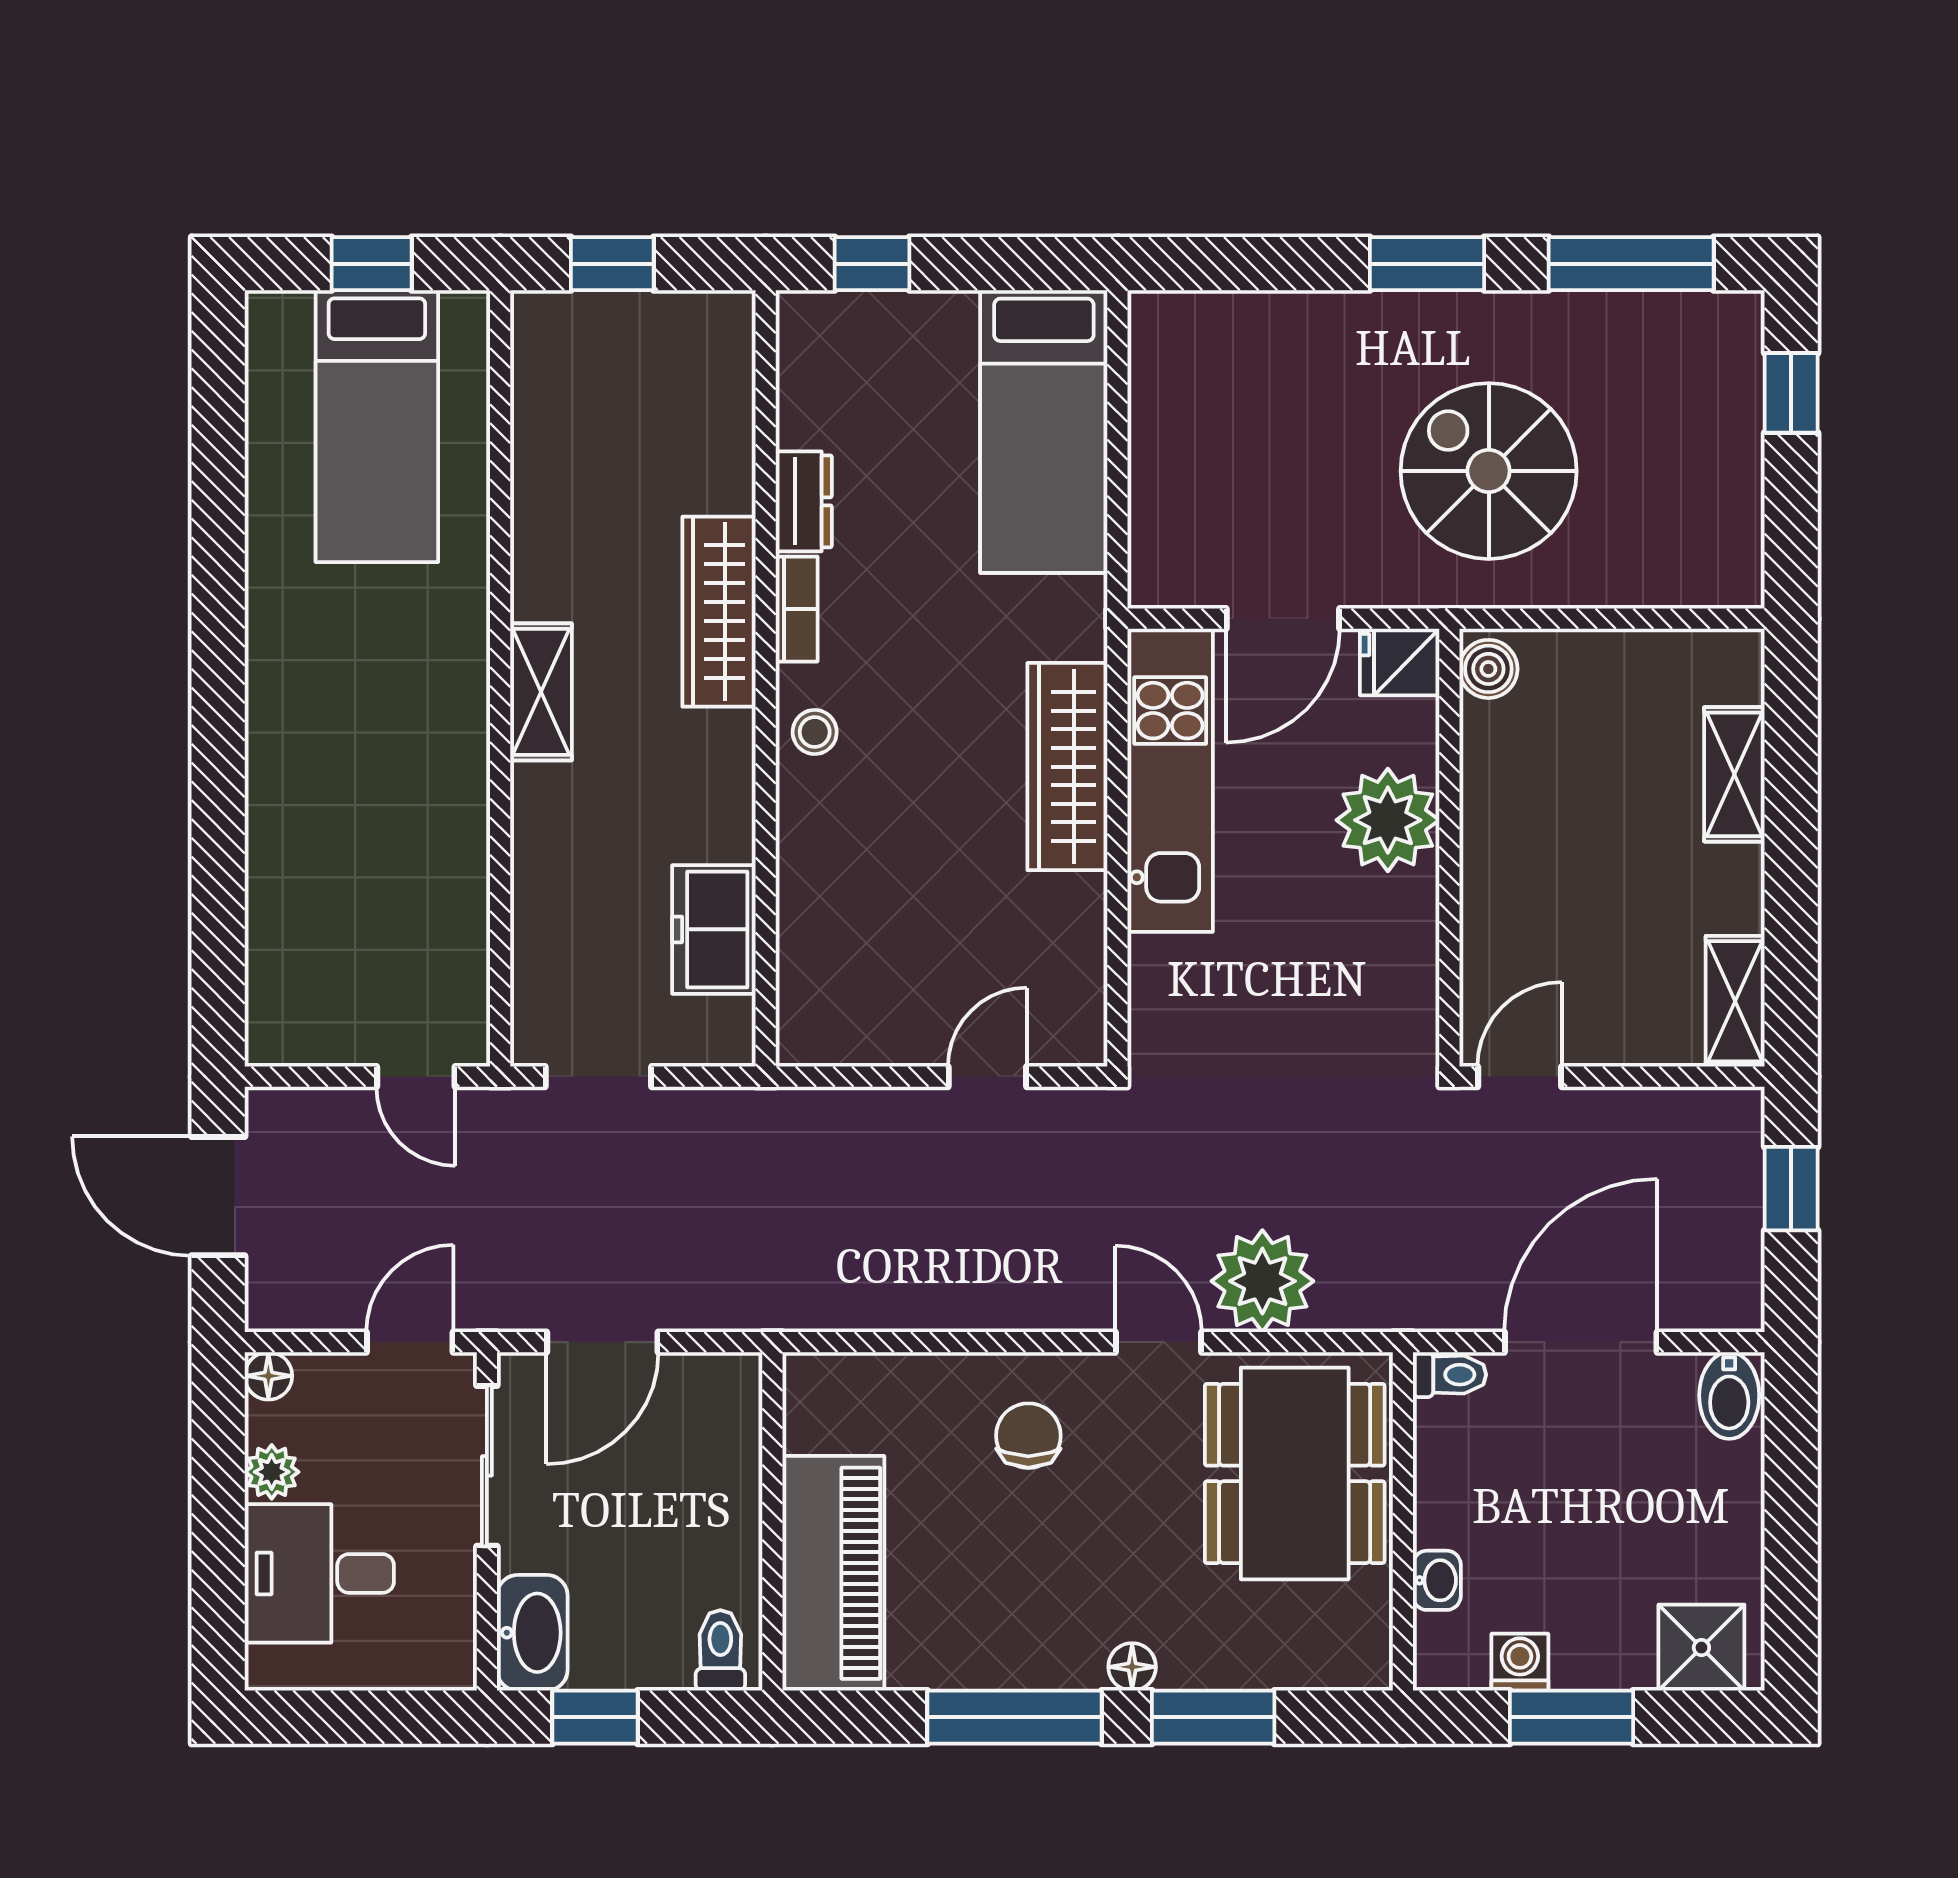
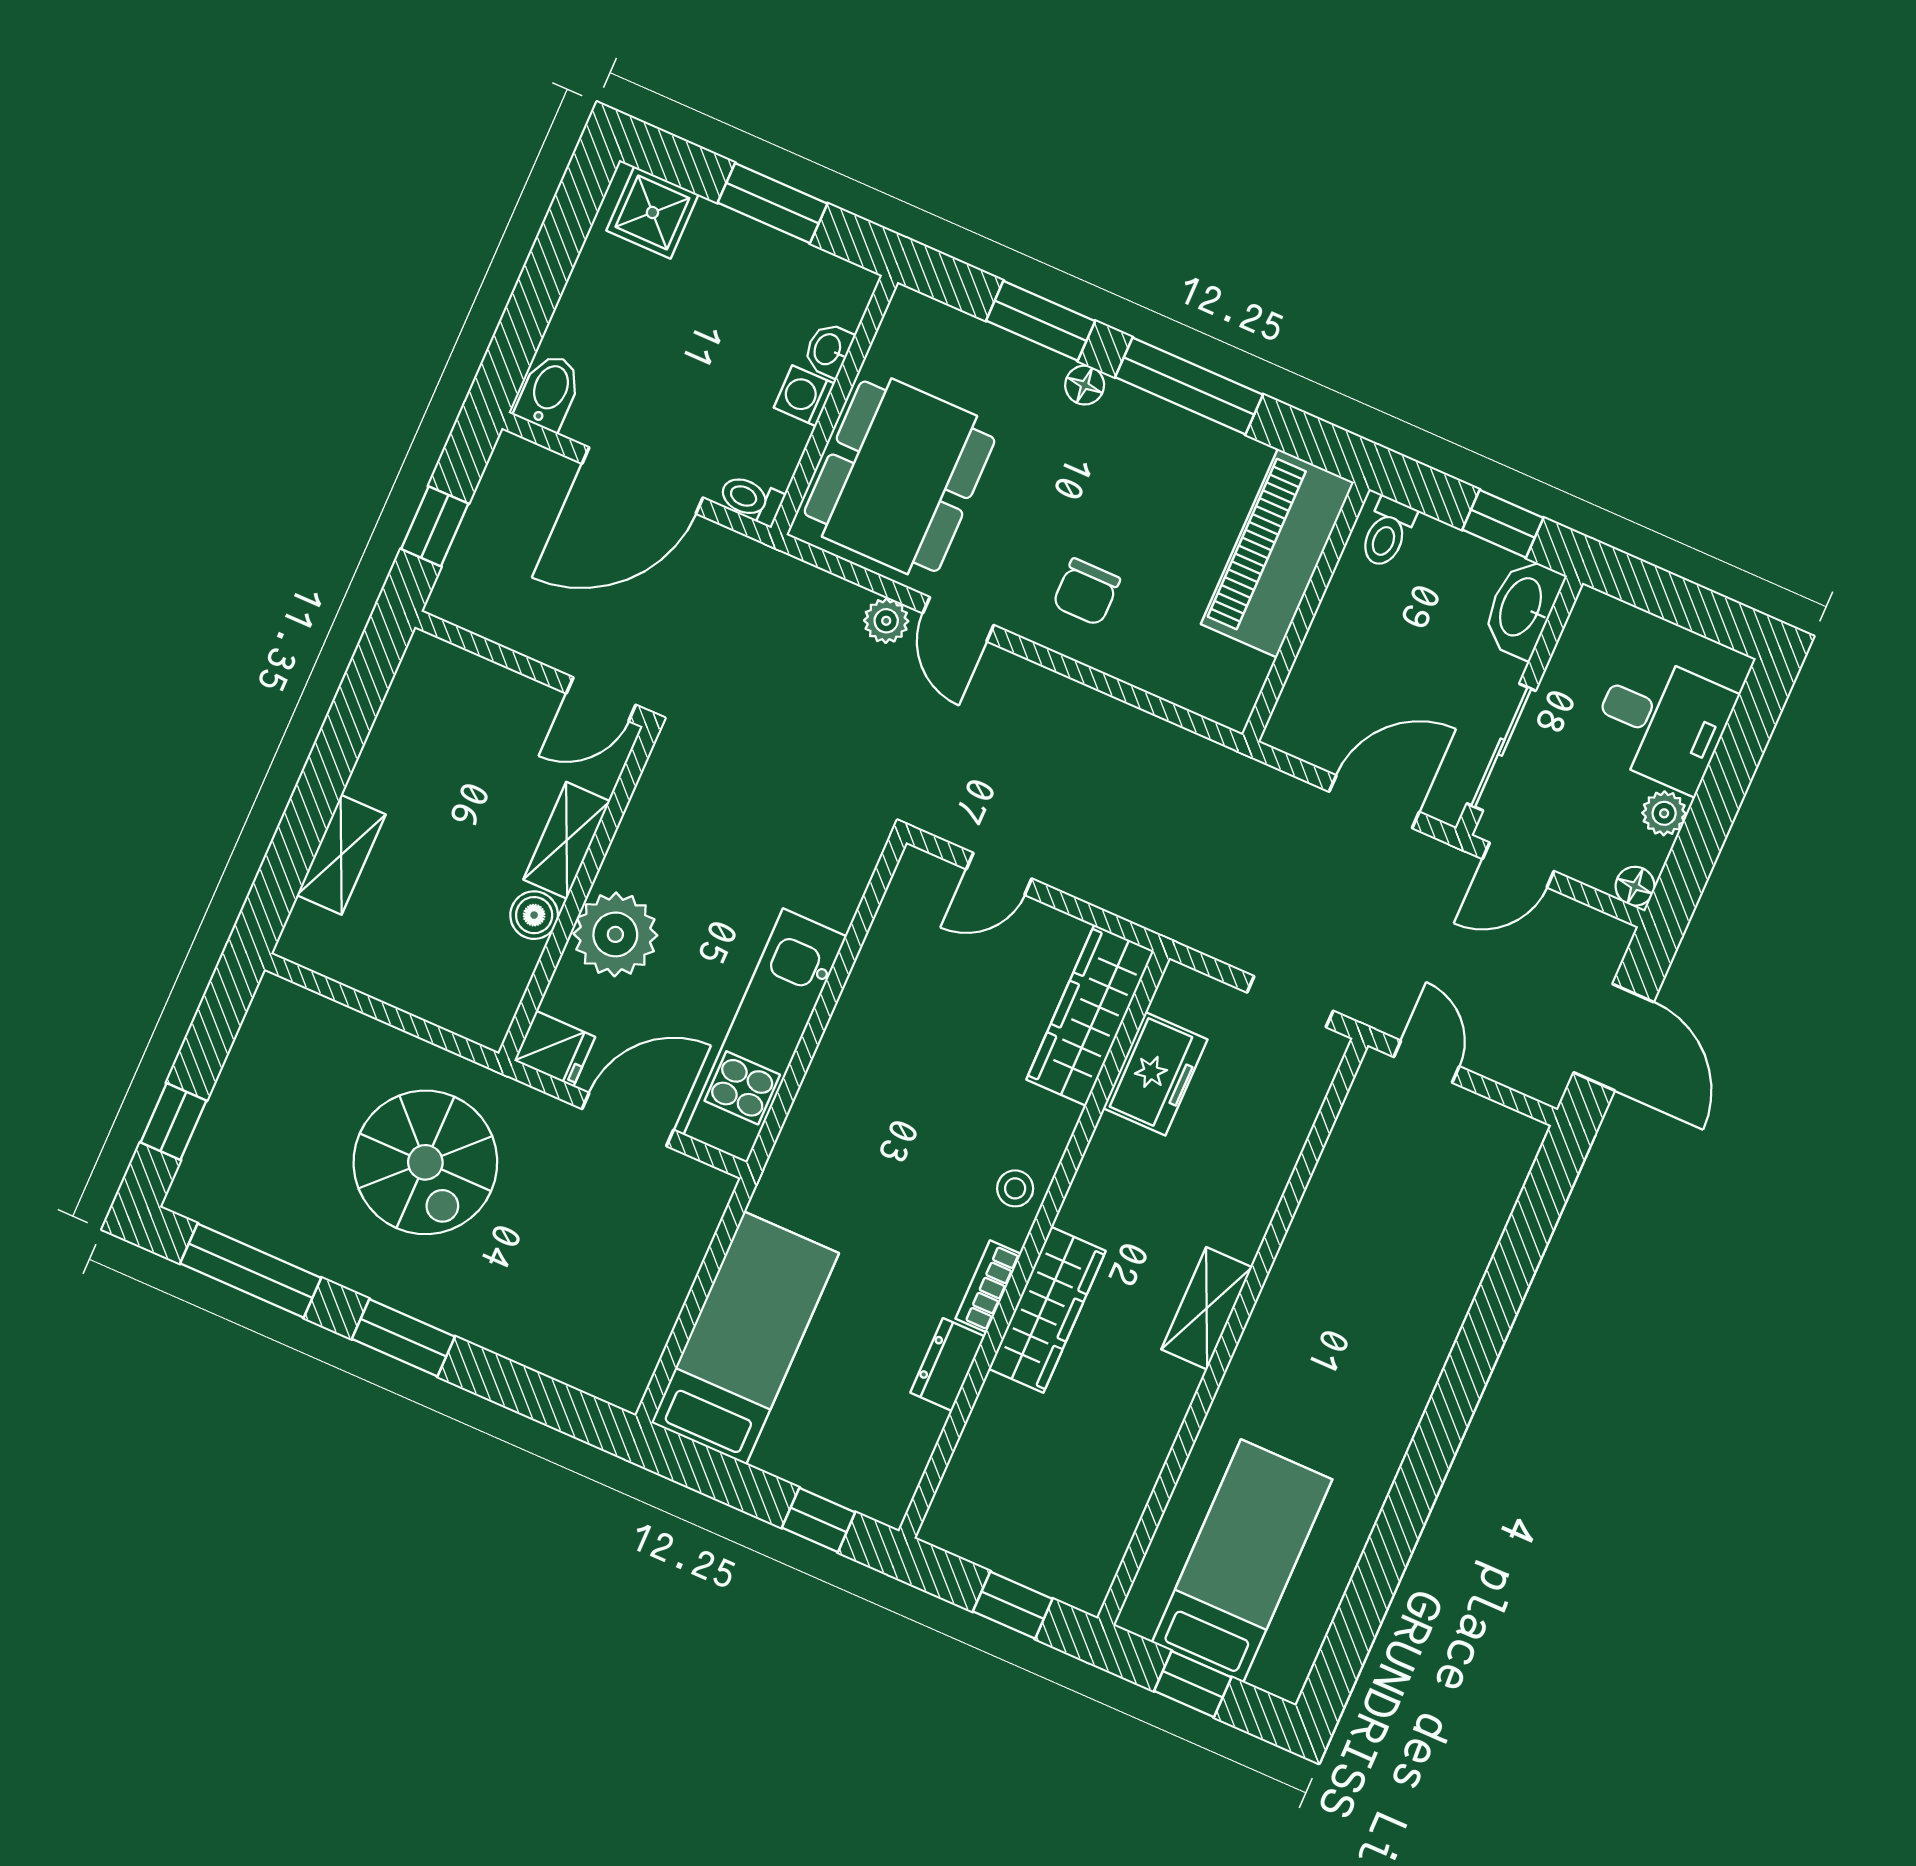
boiler: (1488, 669) -> (534, 915), moved
wardrobe: (1067, 767) -> (1090, 1015), moved, turned 180
shelving: (1735, 1001) -> (567, 840), moved
plant: (1262, 1281) -> (886, 621), width x0.53, depth x0.53
washing machine: (1520, 1662) -> (804, 396), moved, turned 90

